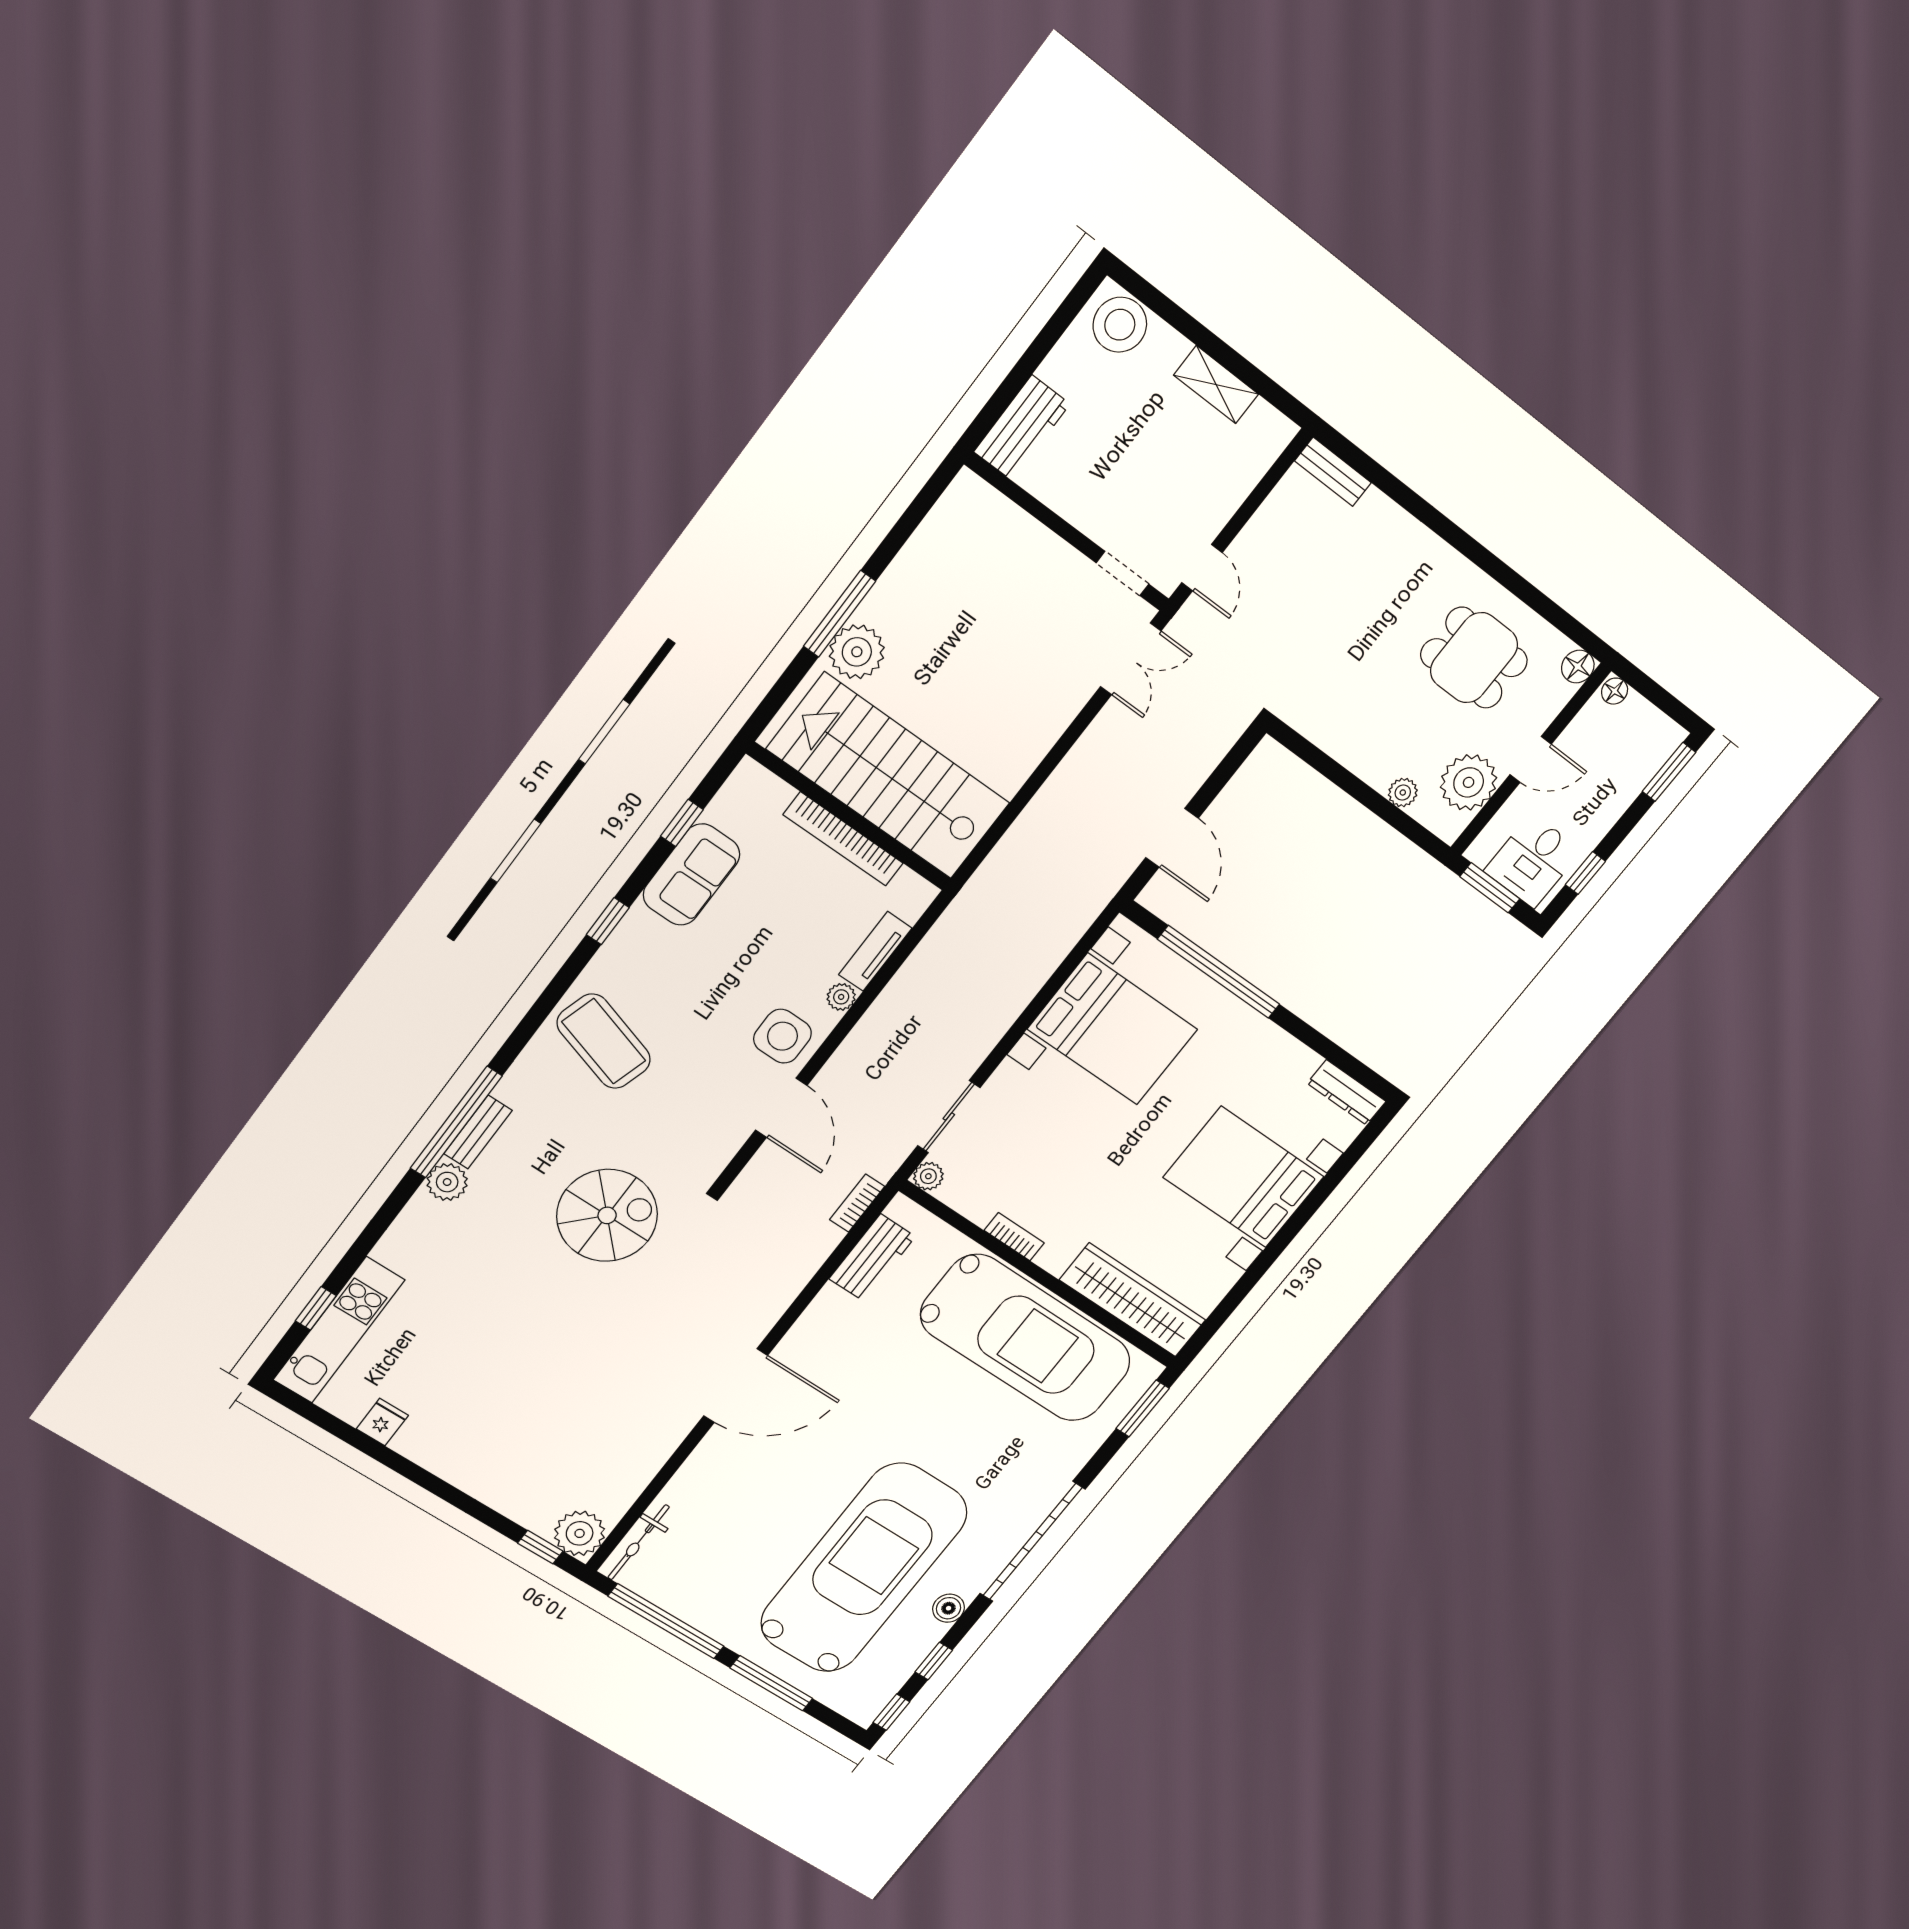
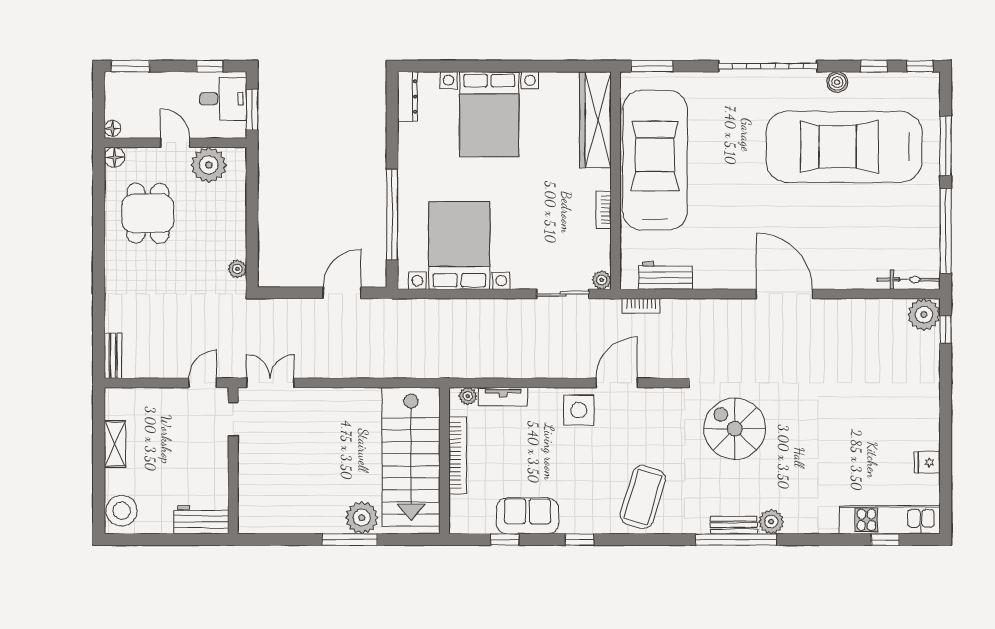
plant: (1403, 793) -> (237, 269), moved
plant: (841, 997) -> (468, 396), moved

